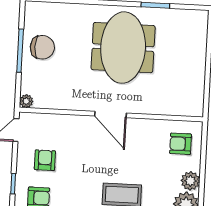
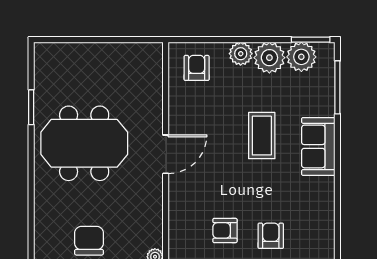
armchair: (181, 144) -> (197, 68), turned 180

